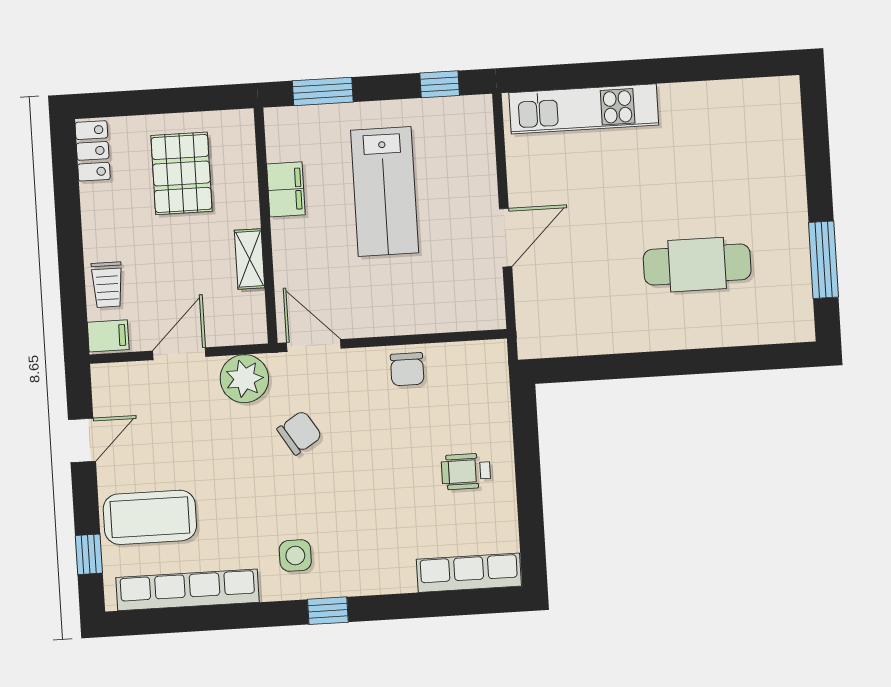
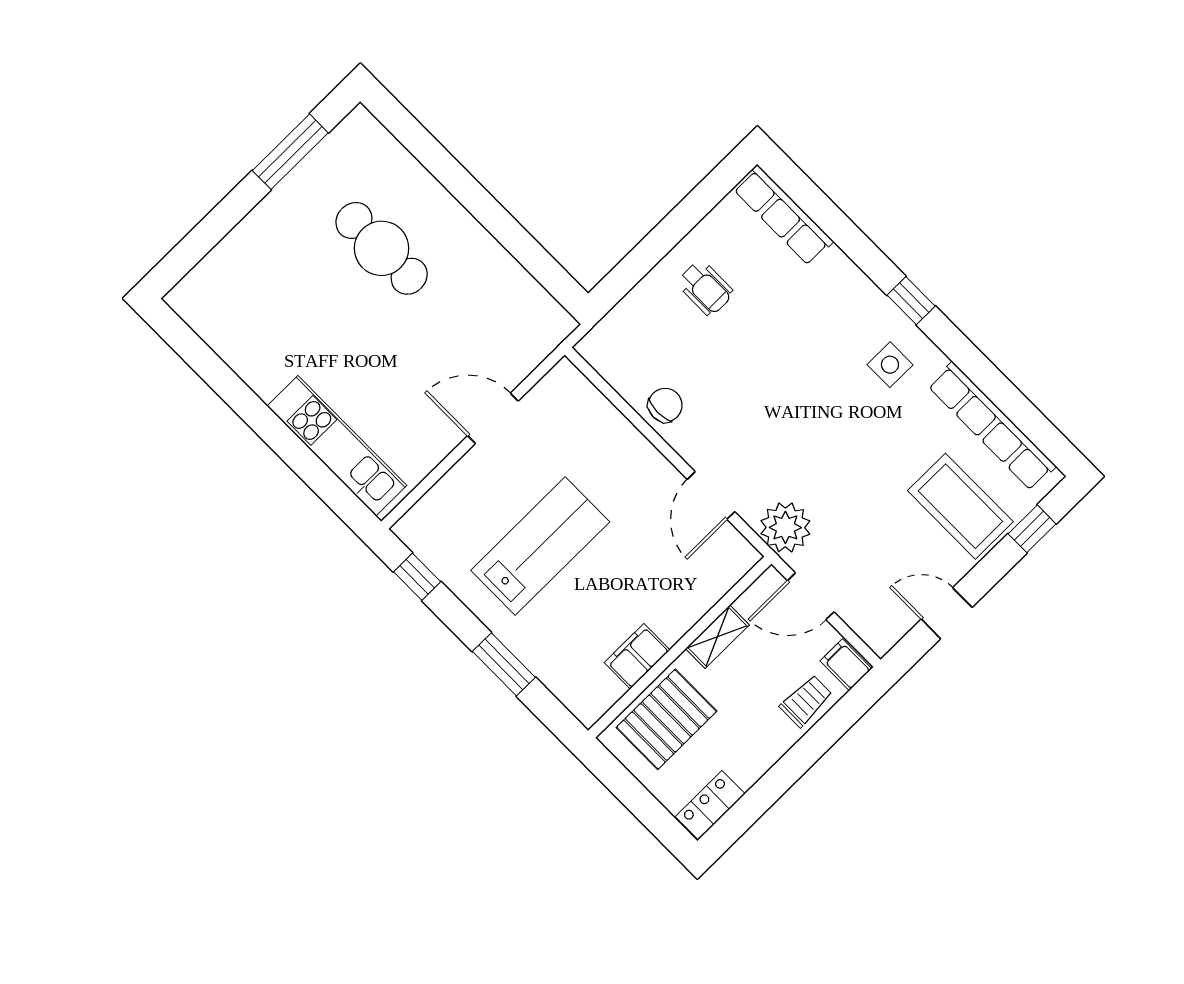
filing cabinet: (286, 189) -> (637, 656), moved
wall: (266, 226) -> (680, 647), moved
shelving: (250, 259) -> (717, 637), moved
chair: (300, 433) -> (790, 446), removed

